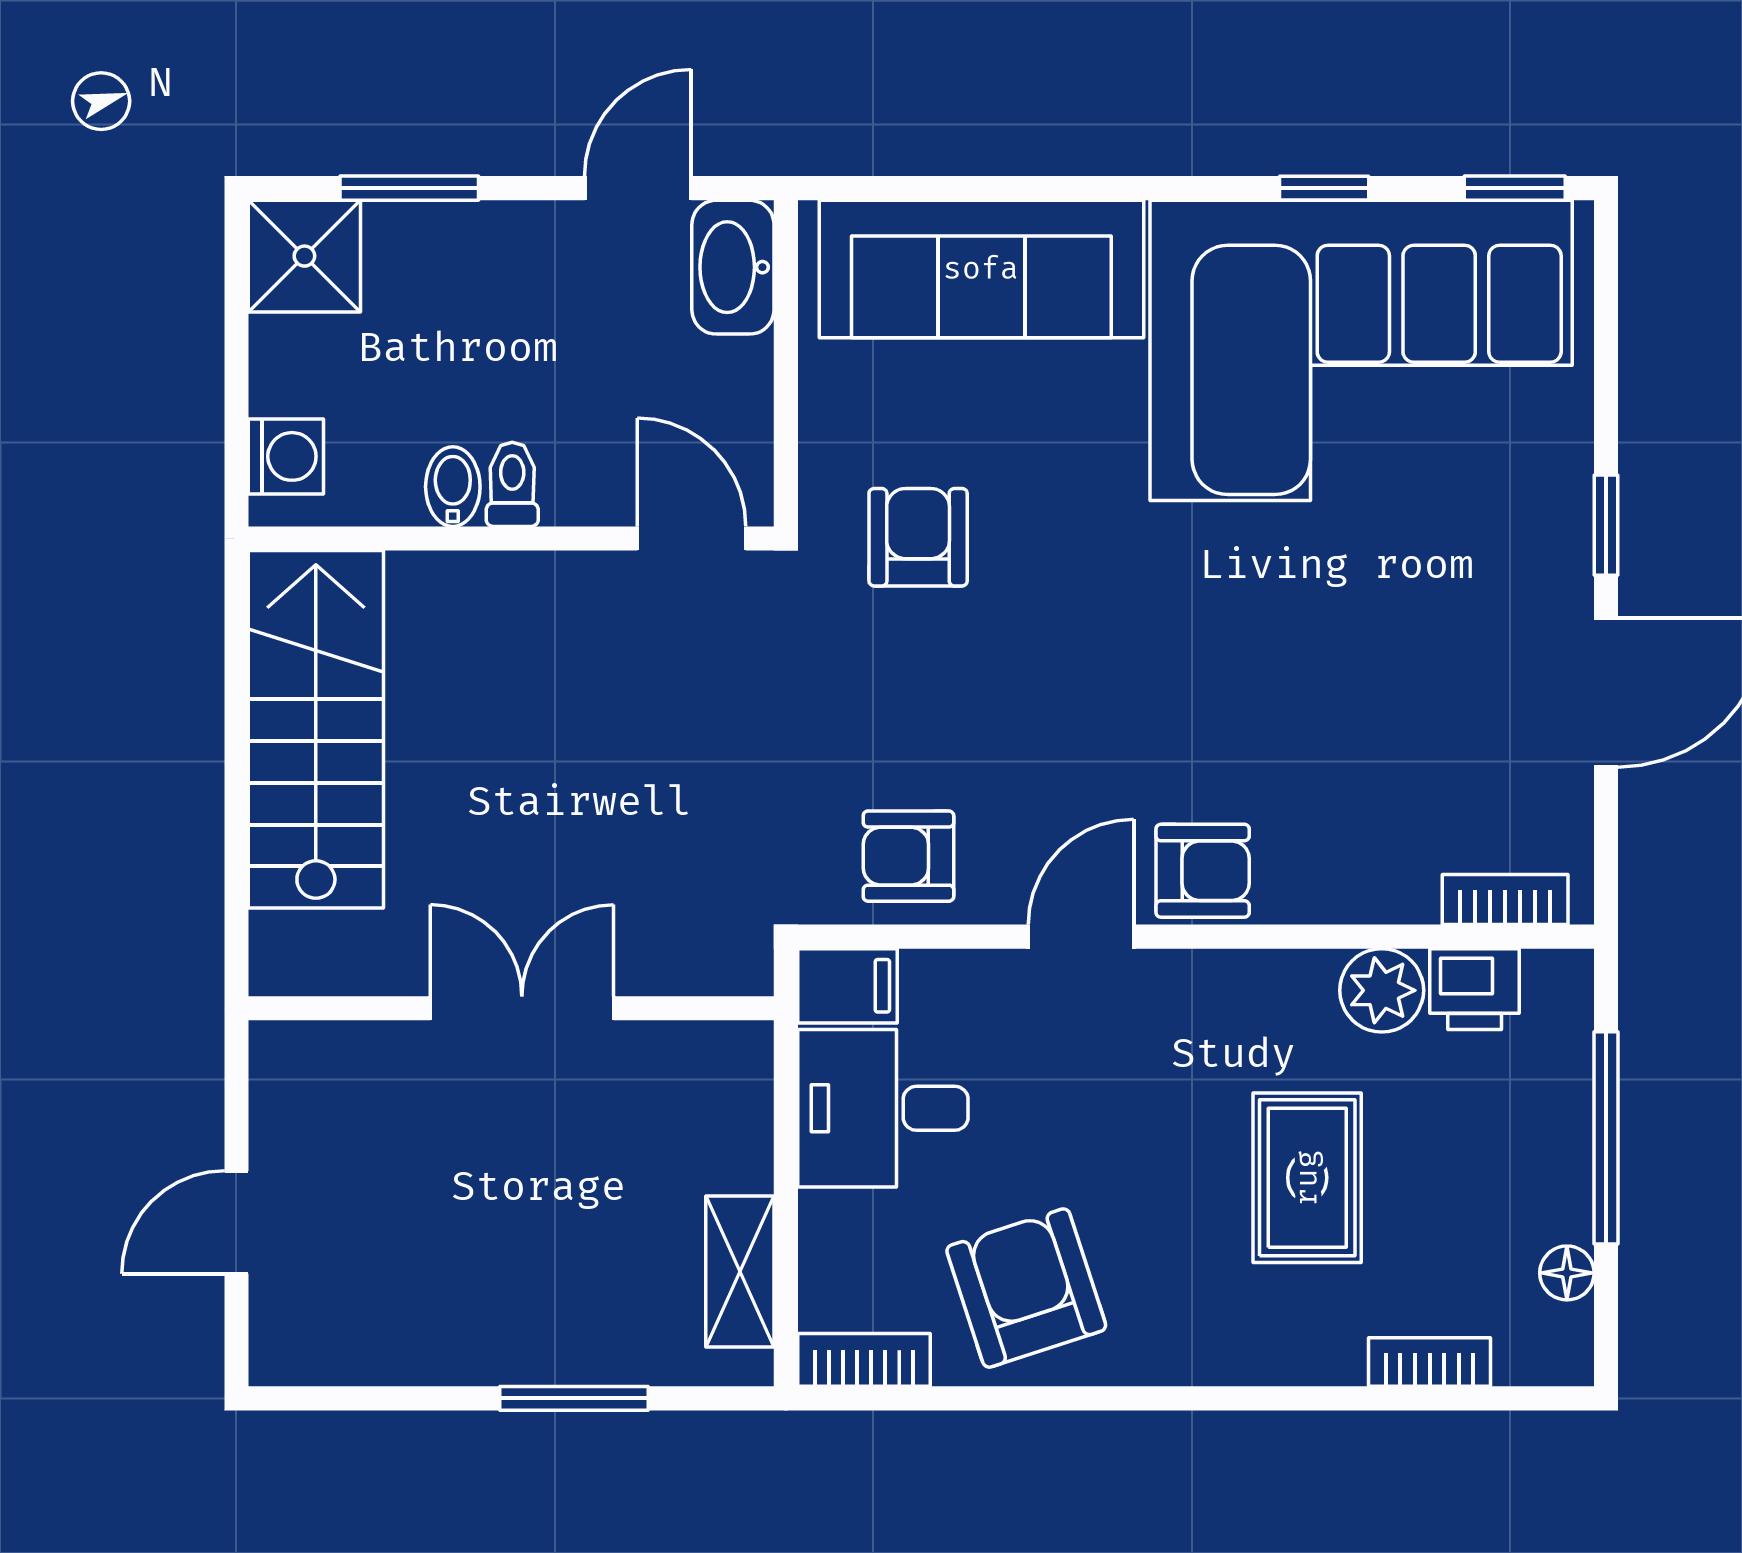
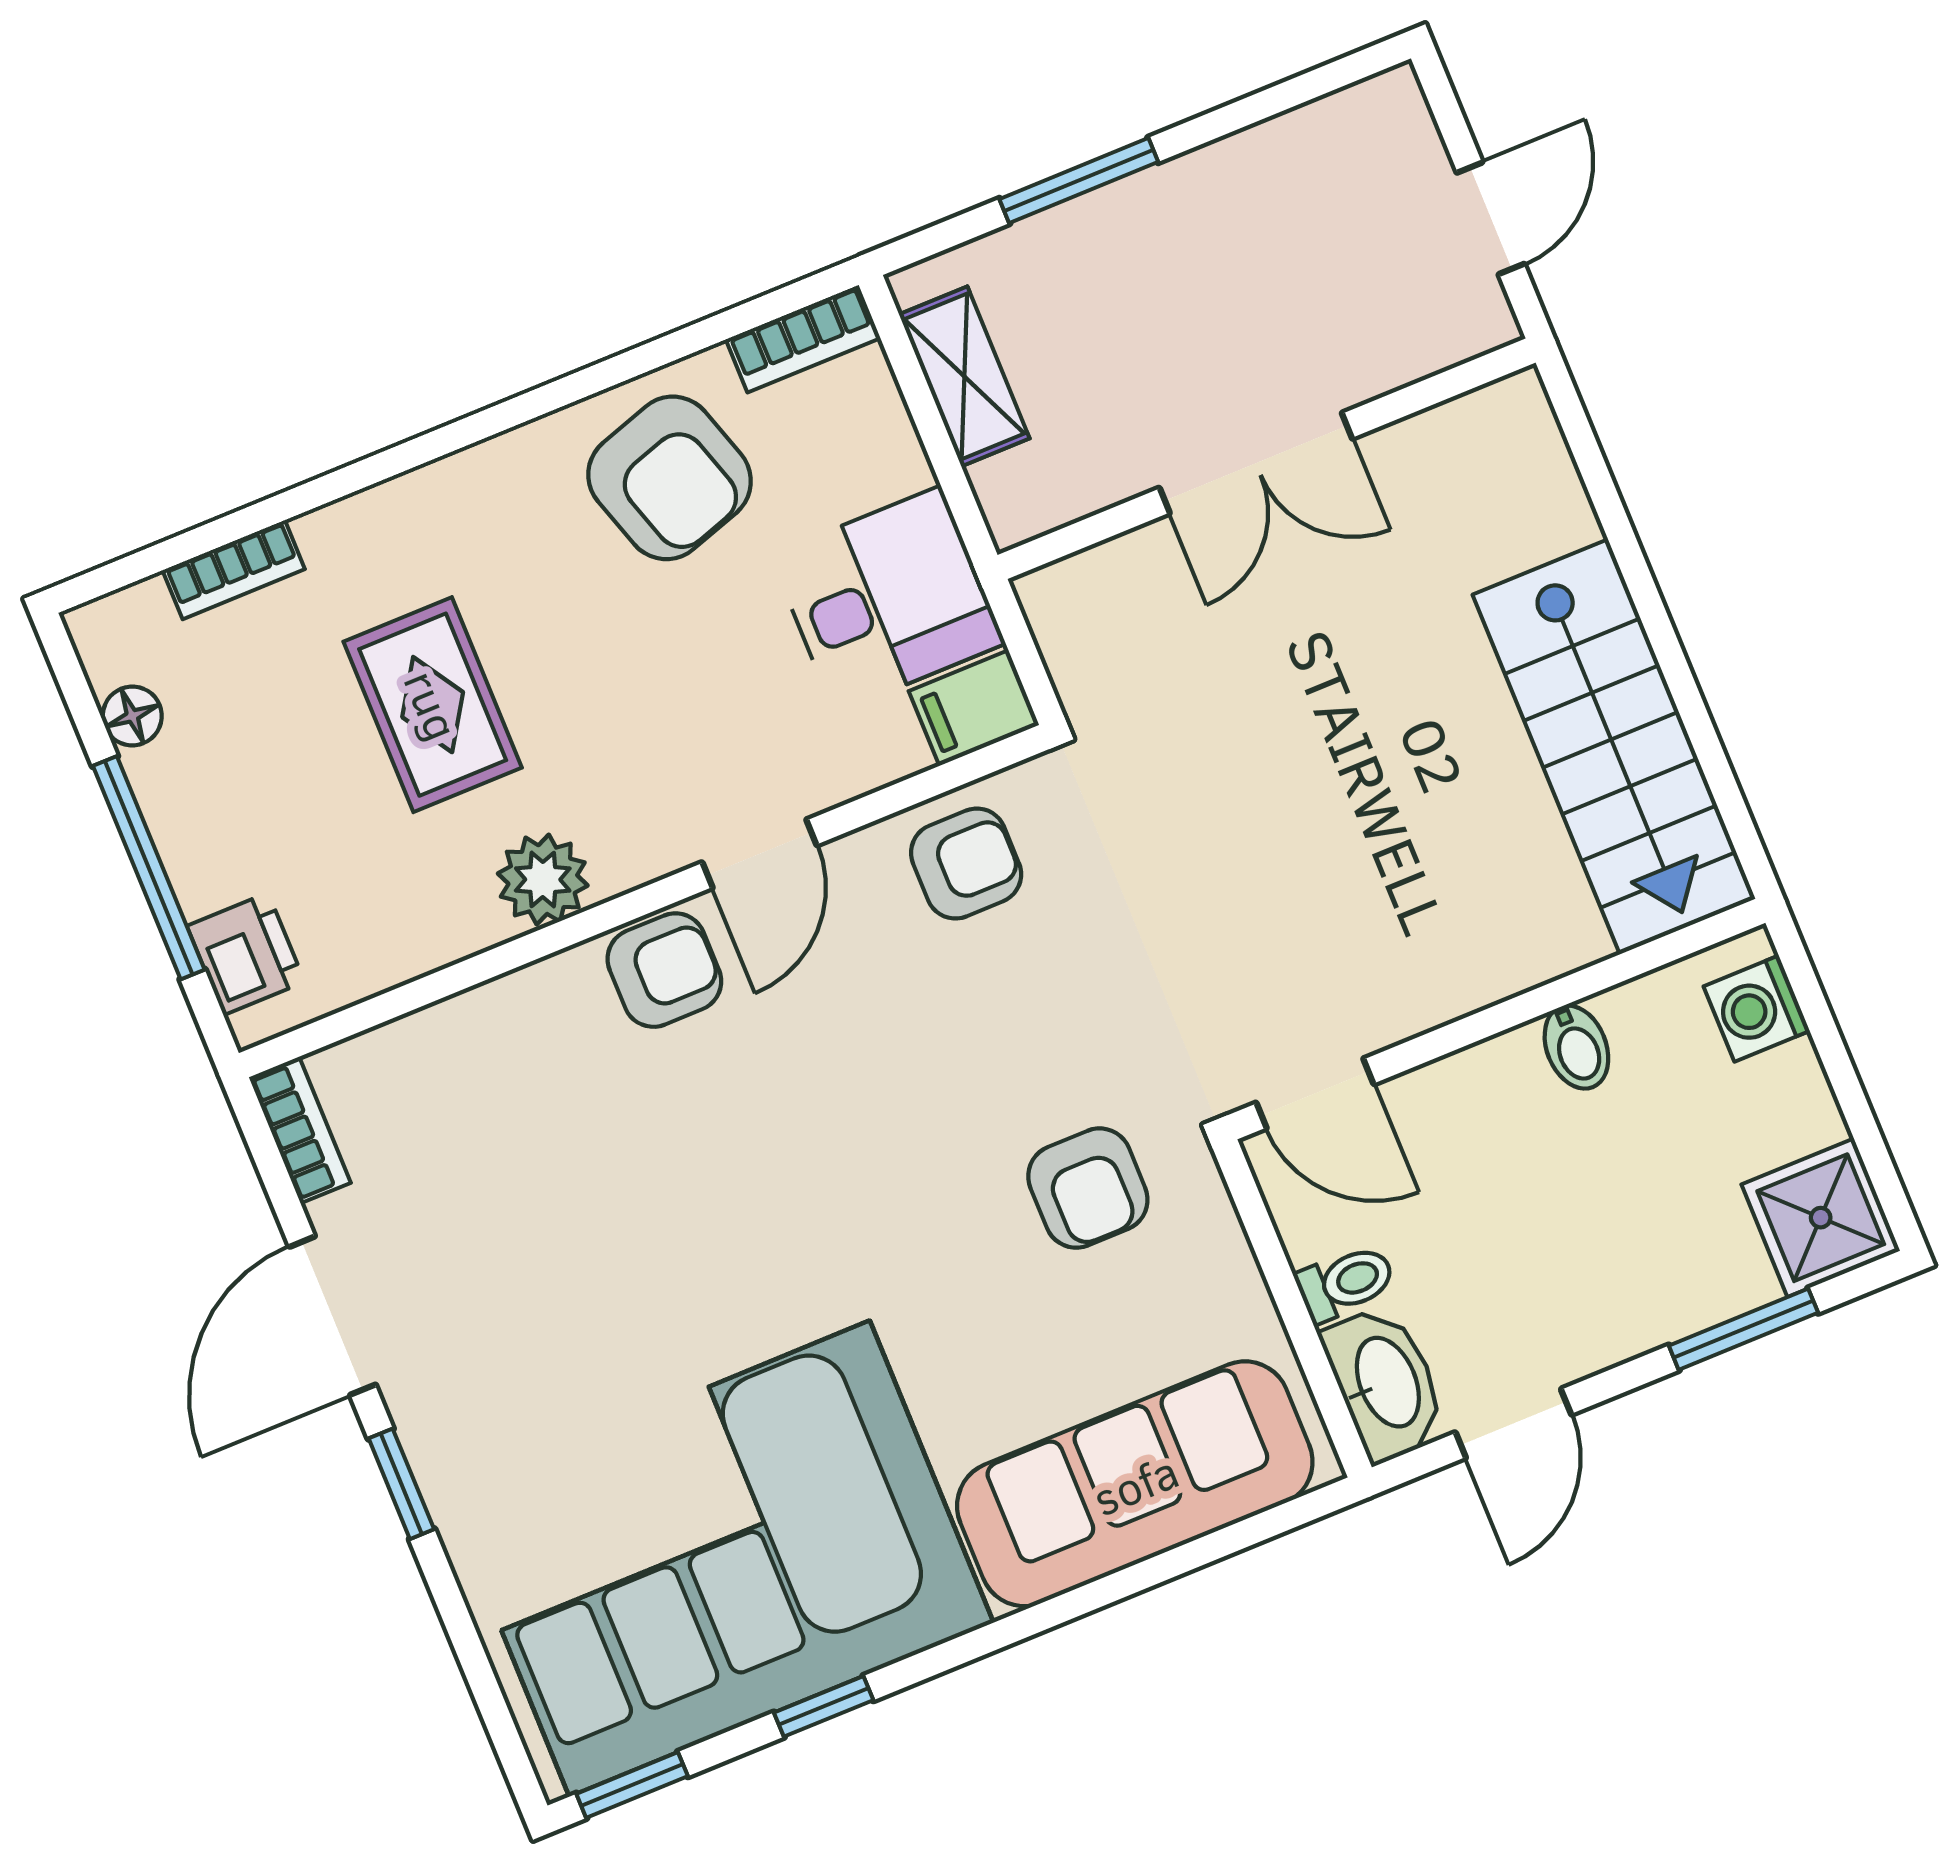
toilet: (512, 484) -> (1346, 1283), moved, turned -90
armchair: (1203, 871) -> (664, 970), turned 180
bookcase: (1505, 900) -> (300, 1130), moved, turned -90
printer: (1475, 989) -> (246, 954), moved, turned 90
plant: (1382, 990) -> (543, 880), moved
wall: (511, 1008) -> (1267, 459), moved
double door: (522, 1008) -> (1256, 463), moved

